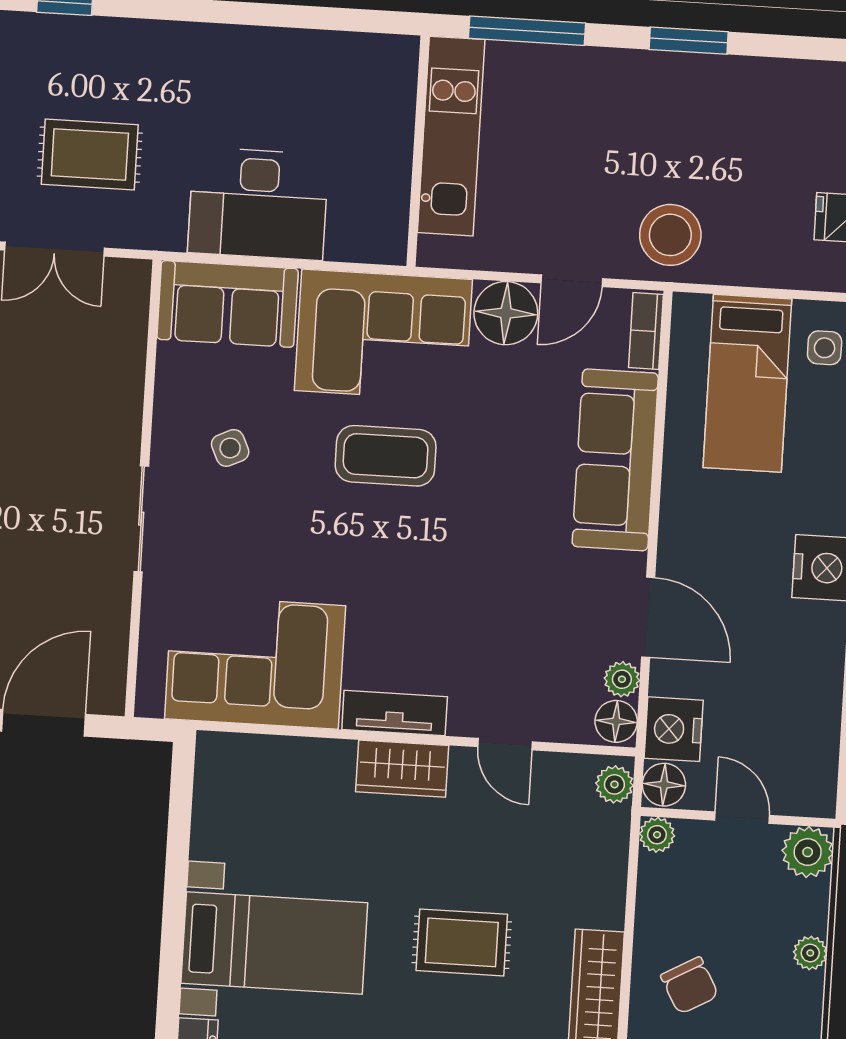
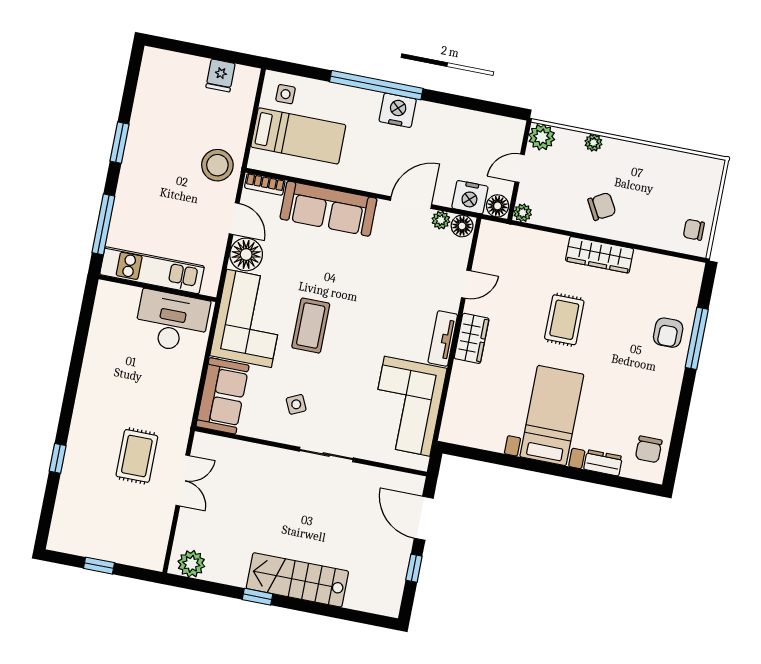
desk: (258, 204) -> (172, 321), moved, turned -90
plant: (614, 784) -> (494, 231), removed

